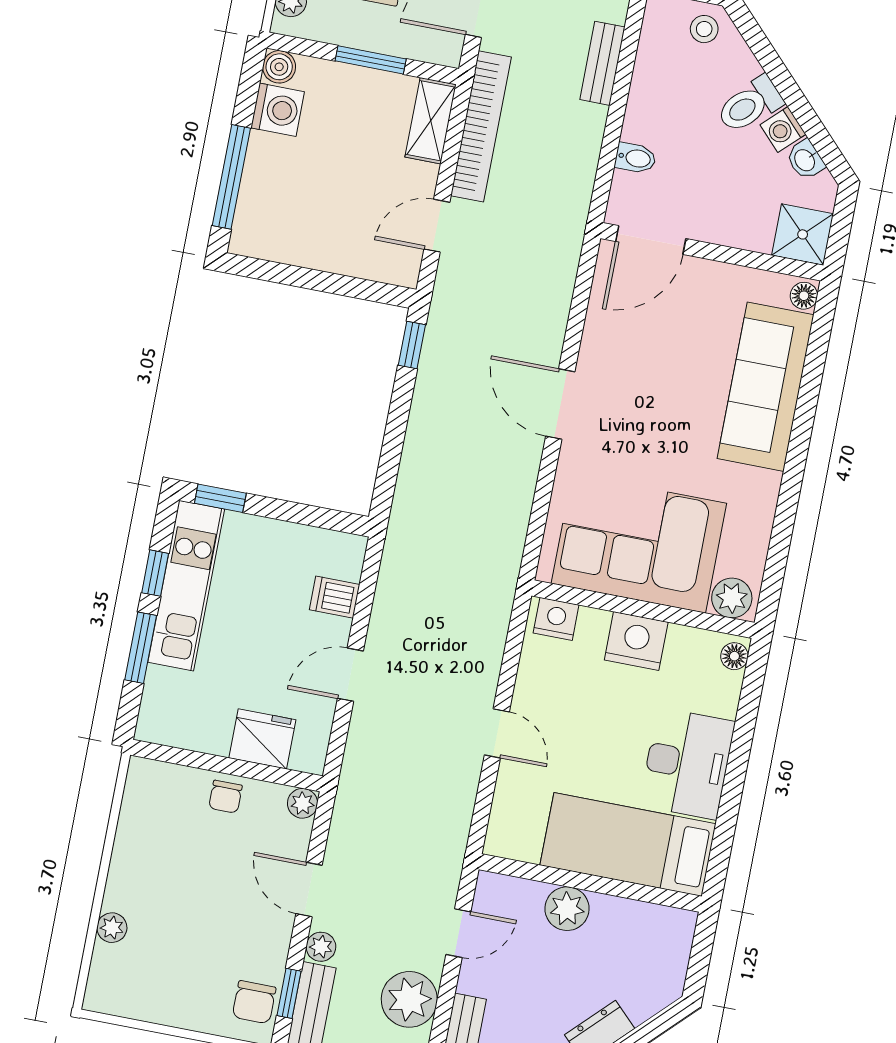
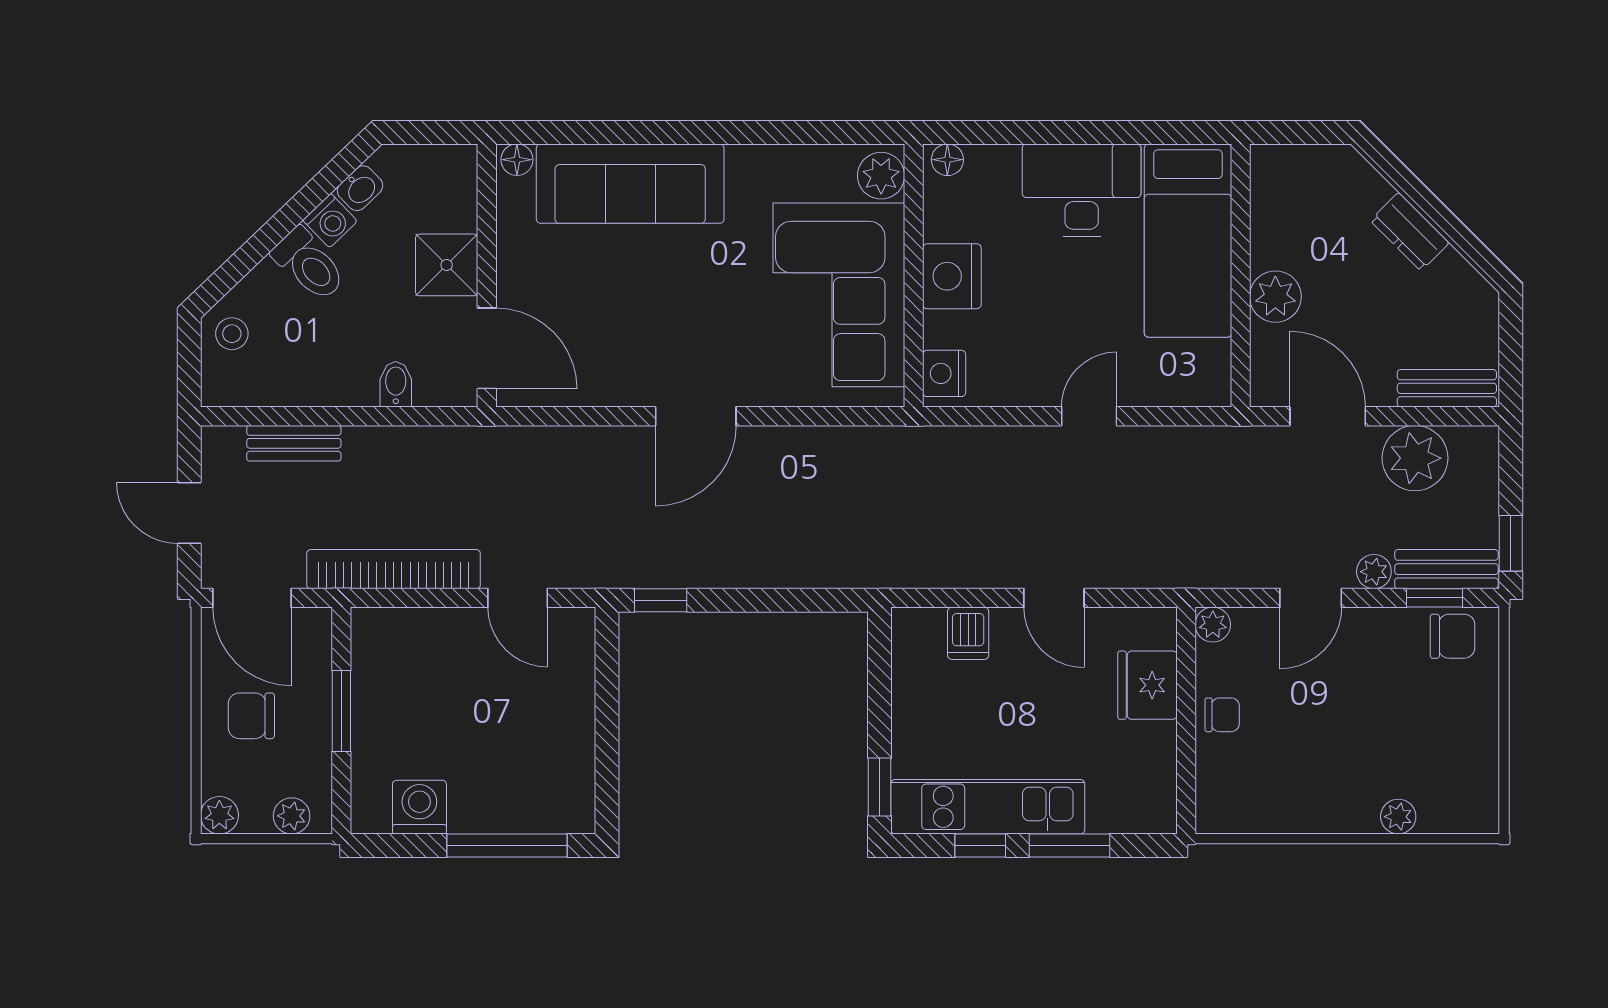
boiler: (279, 67) -> (370, 815), removed
shelving: (431, 121) -> (398, 628), removed
shower: (803, 234) -> (447, 265), moved
door: (458, 933) -> (1328, 416), width x1.38

